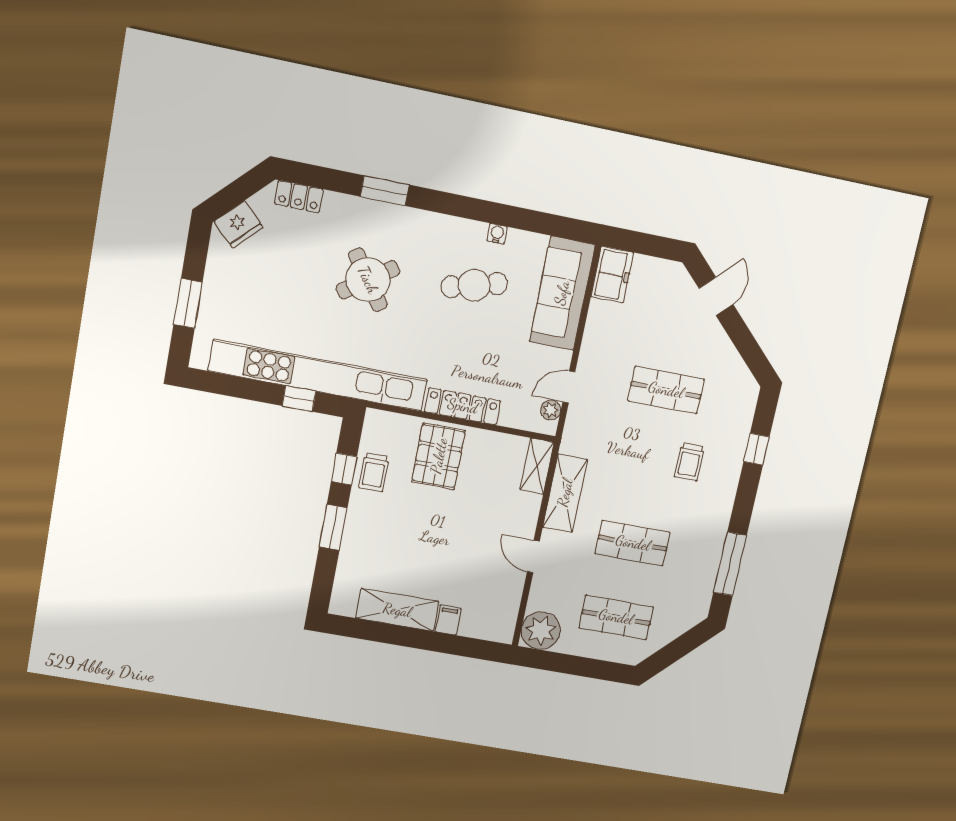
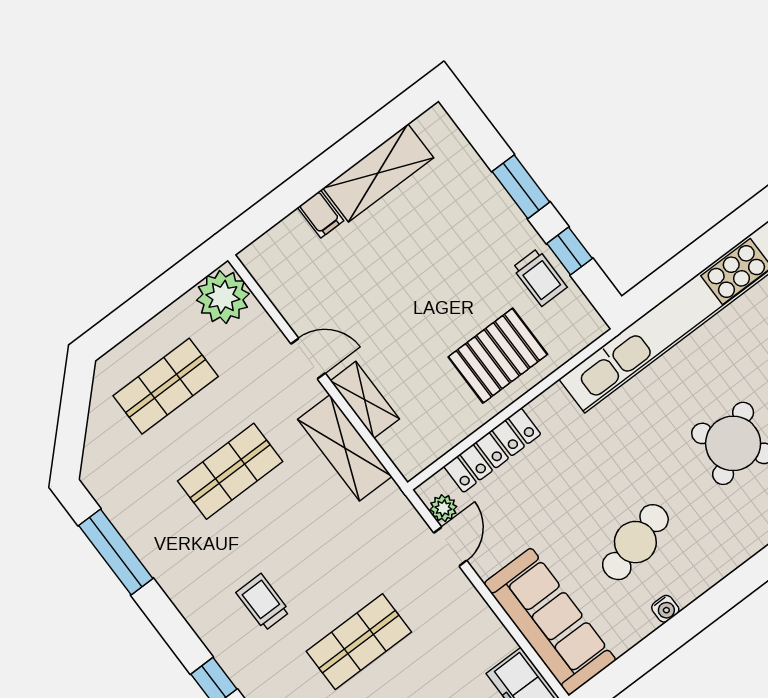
window: (299, 399) -> (679, 271), removed
locker: (463, 406) -> (492, 450), moved
pallet: (439, 456) -> (498, 356), turned 90
shelving: (537, 466) -> (365, 400), moved
trolley: (374, 472) -> (540, 277), turned 180

